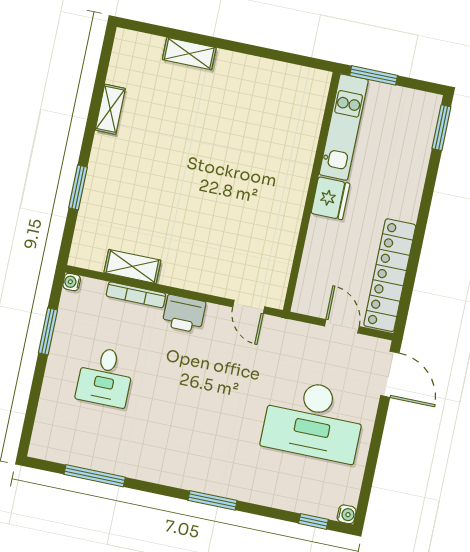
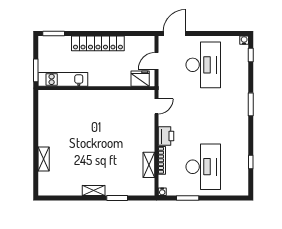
shelving: (110, 109) -> (94, 191), moved
fridge: (330, 198) -> (140, 79), moved
locker: (390, 275) -> (98, 43), moved
desk: (105, 377) -> (203, 167), width x1.87, depth x1.30
window: (95, 476) -> (251, 162), width x0.46

